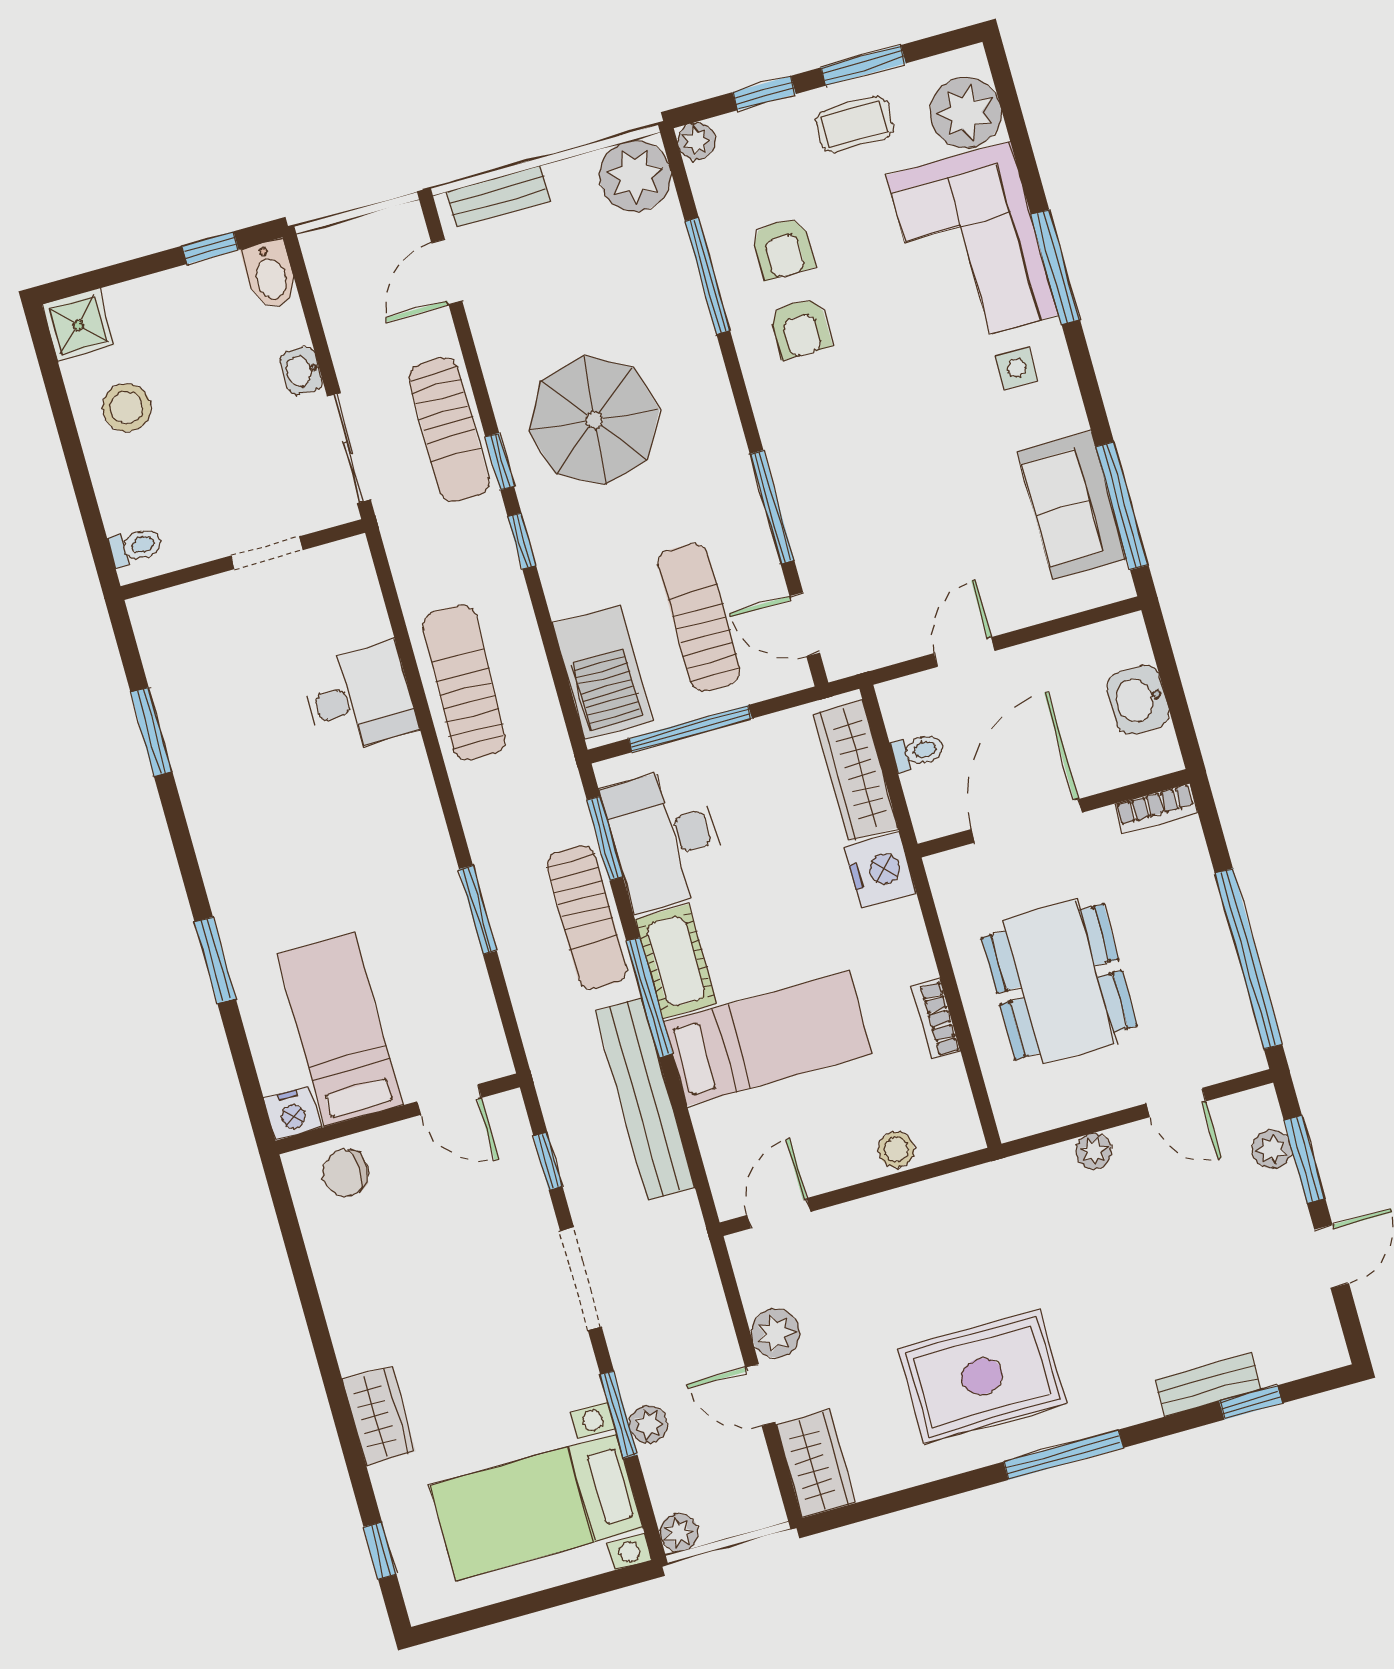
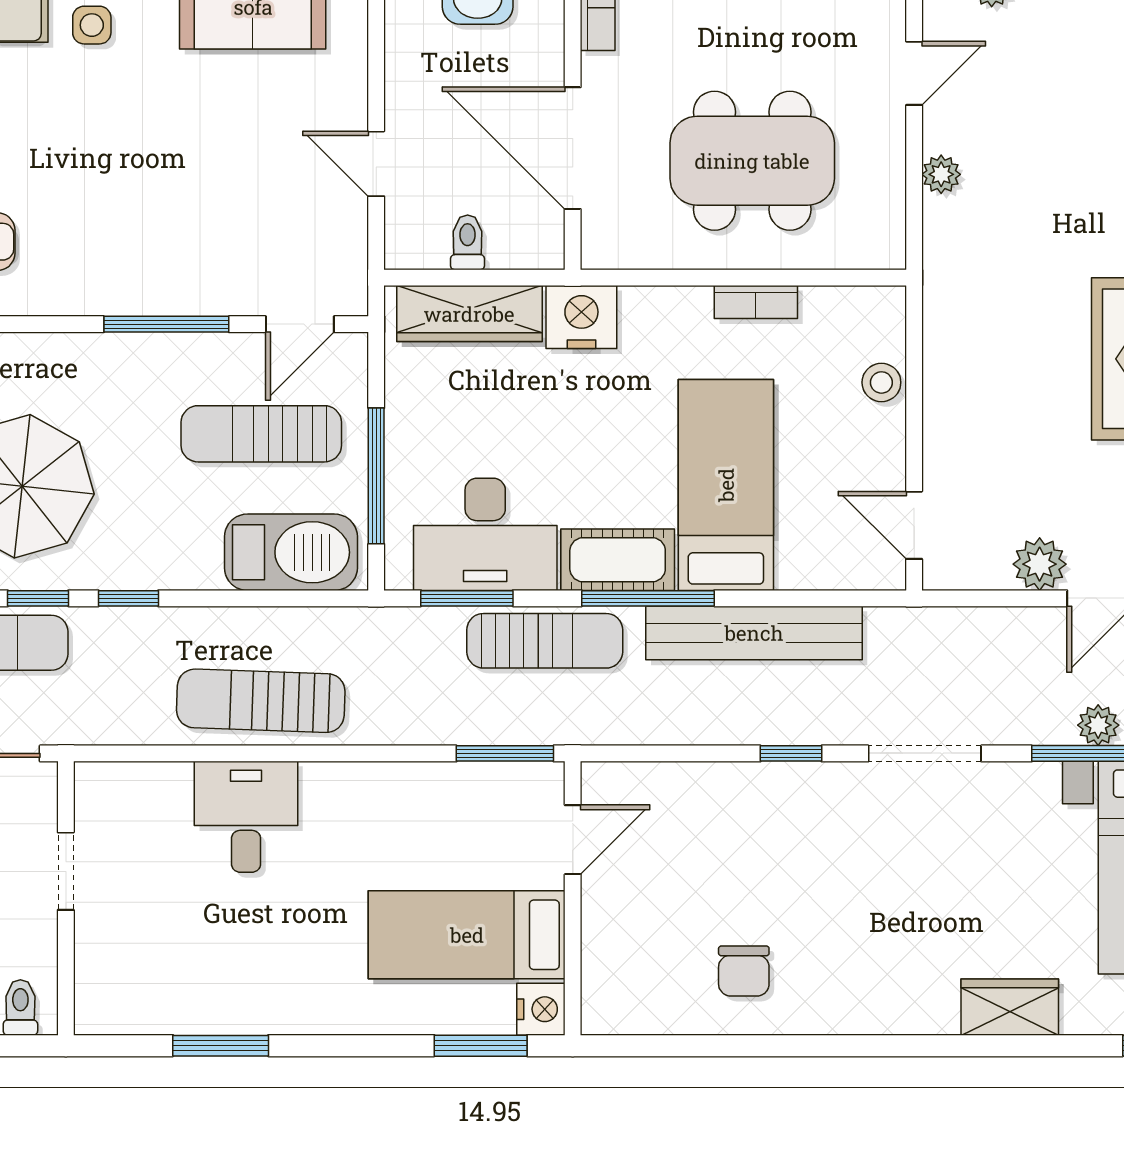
bed: (340, 1030) -> (467, 935), moved
door: (449, 1100) -> (573, 840), moved
nightstand: (292, 1113) -> (541, 1009), moved
wall: (398, 1114) -> (573, 898), moved

